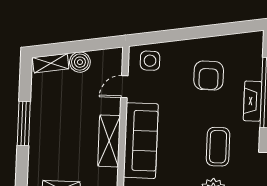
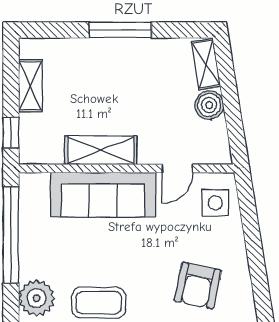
armchair: (209, 76) -> (198, 286), turned -78
door: (124, 87) -> (177, 168), swing flipped

